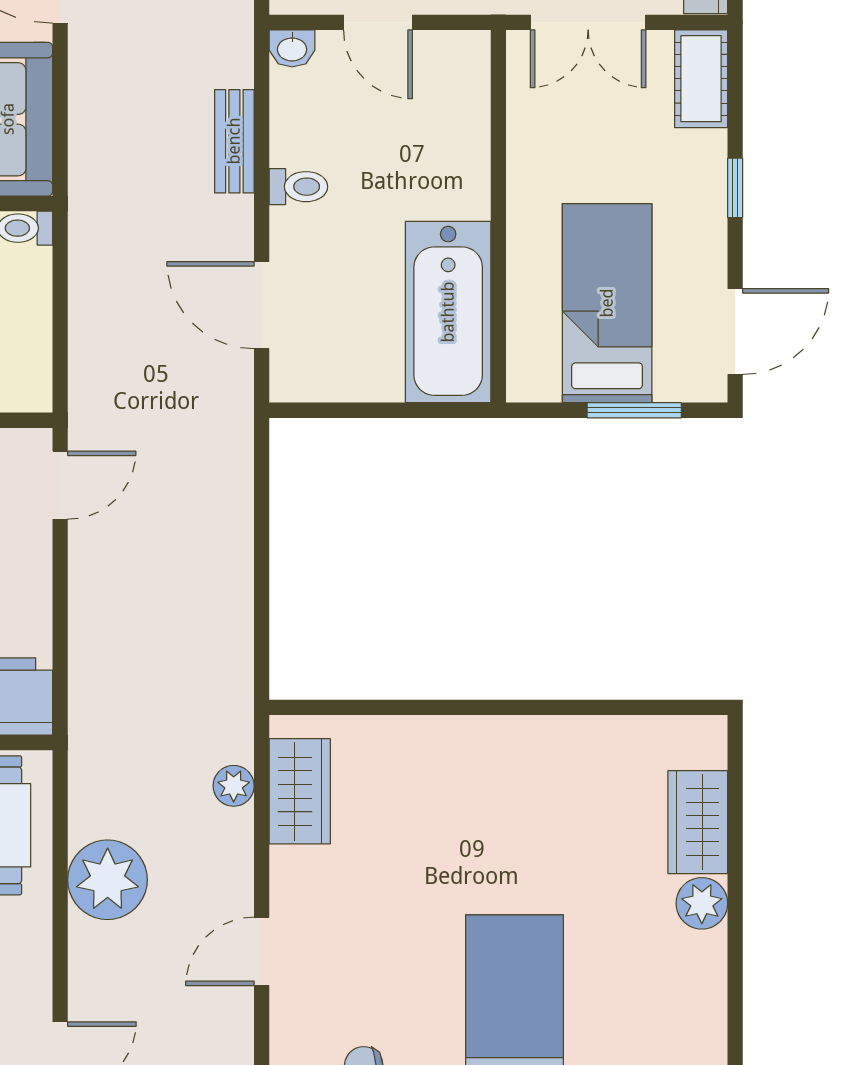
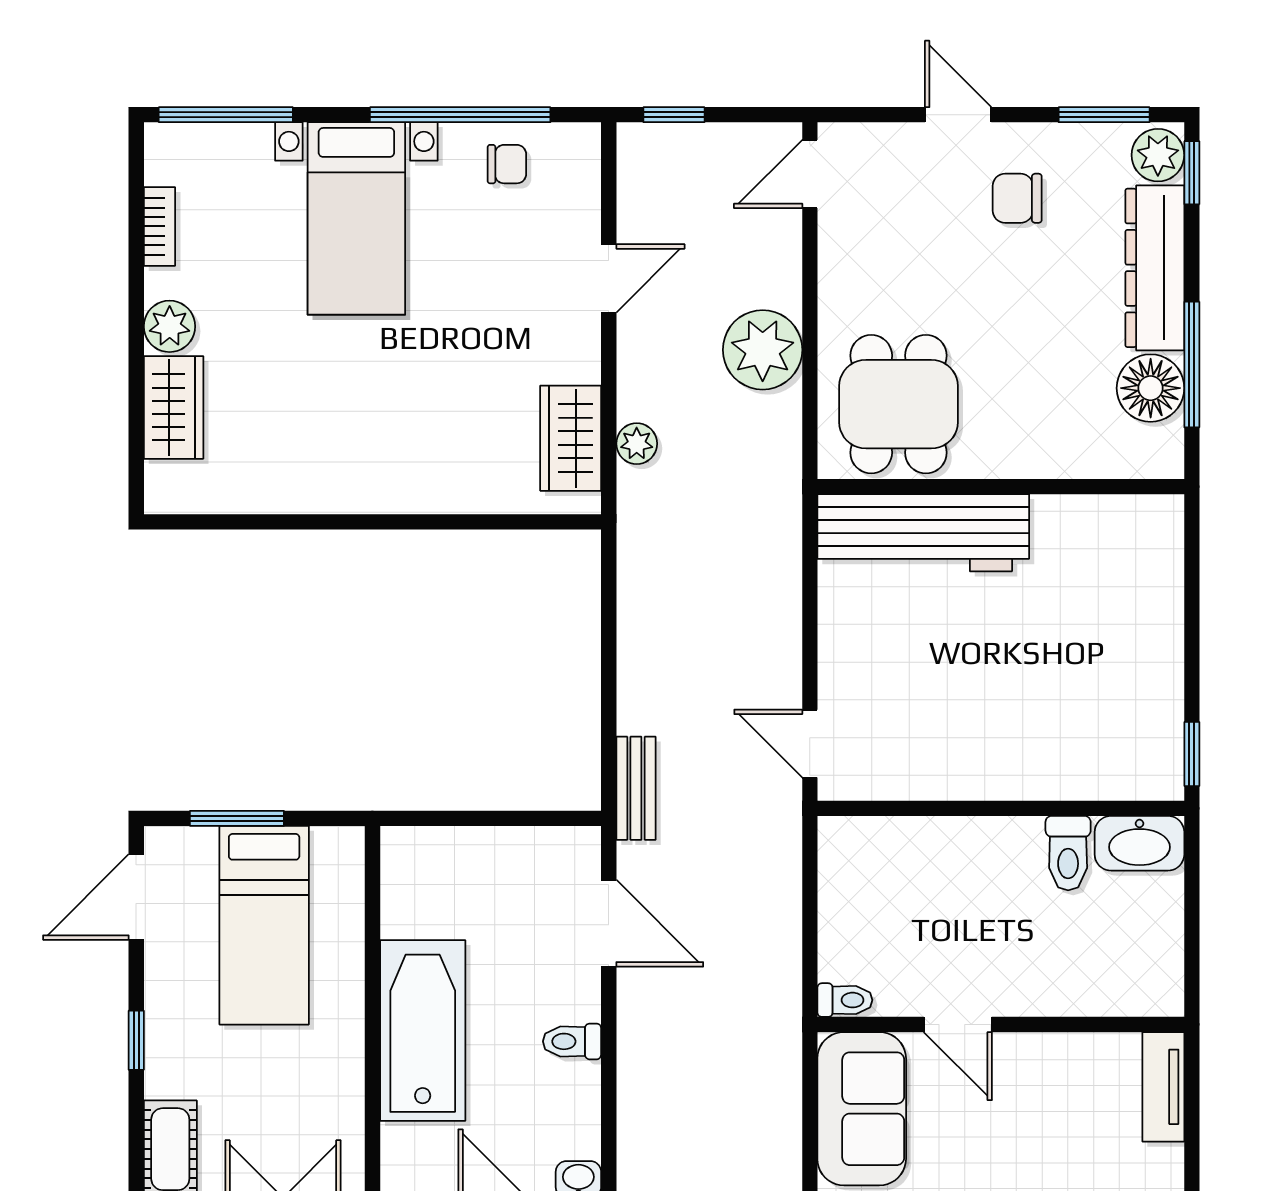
bench: (234, 141) -> (636, 788), moved
bathtub: (448, 312) -> (423, 1031), moved
door: (60, 485) -> (810, 744), hinge flipped
bookcase: (712, 1003) -> (160, 226), added

